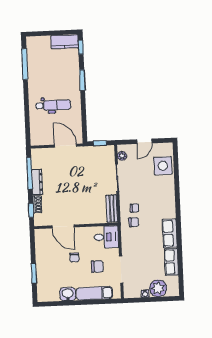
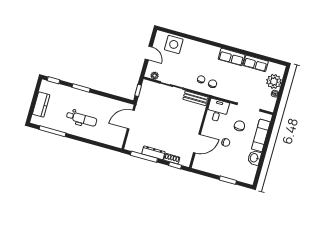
kitchen counter: (65, 42) -> (41, 105), moved
dental chair: (53, 105) -> (82, 119), moved, turned 90

